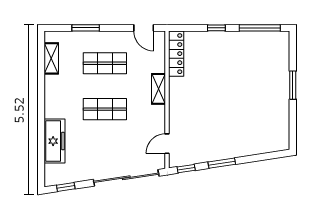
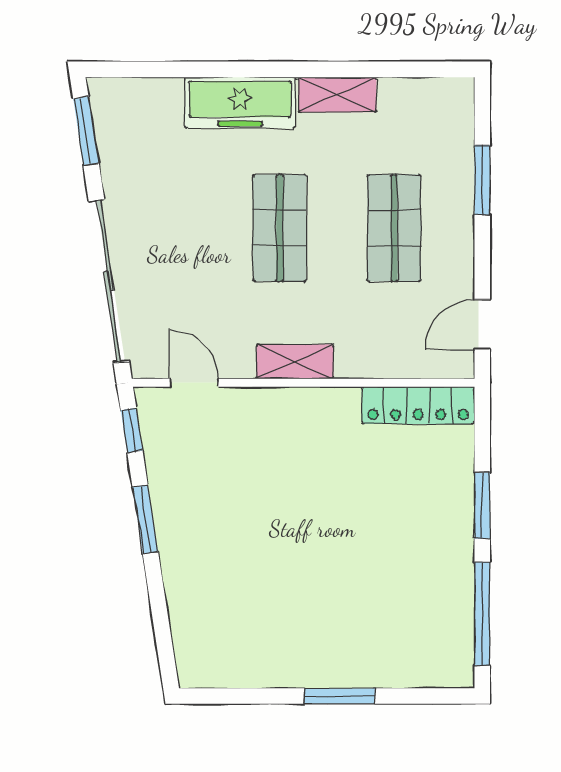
window: (216, 28) -> (482, 506), width x1.50
shelving: (51, 58) -> (337, 95), moved
shelving: (158, 89) -> (295, 362), moved
freezer: (55, 141) -> (240, 103), moved
window: (66, 187) -> (86, 131), width x1.50

